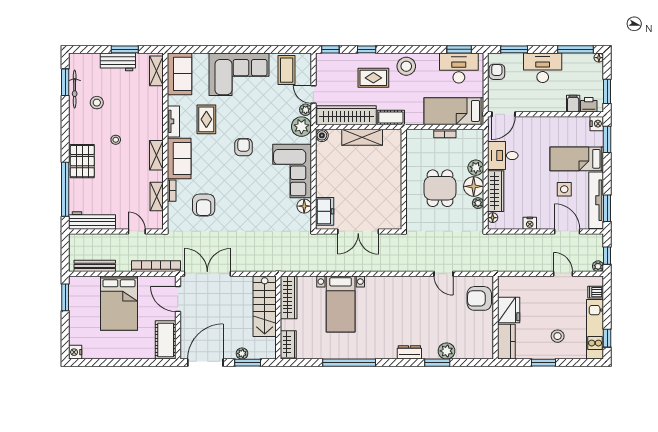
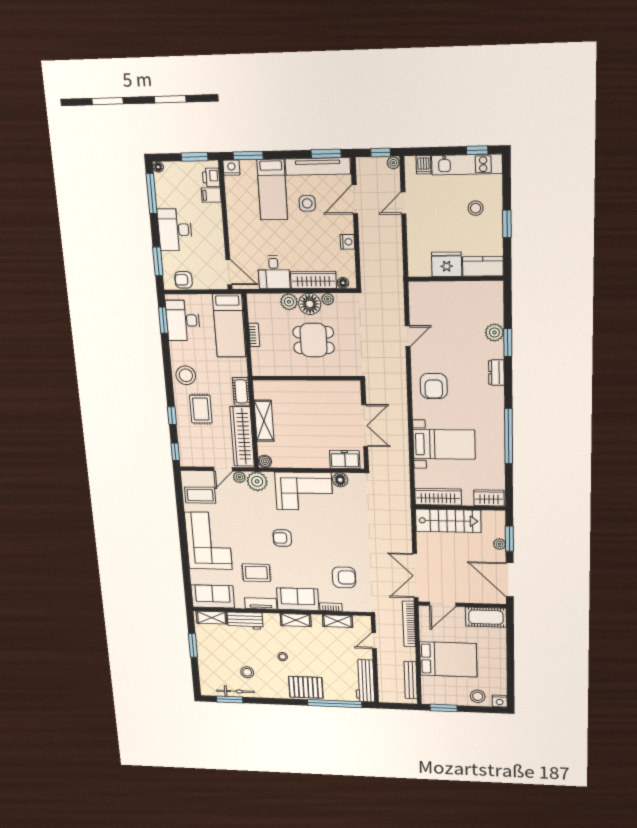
workbench: (118, 62) -> (245, 621), moved, turned 90
armchair: (479, 298) -> (434, 386), moved
stool: (80, 331) -> (478, 696), added

